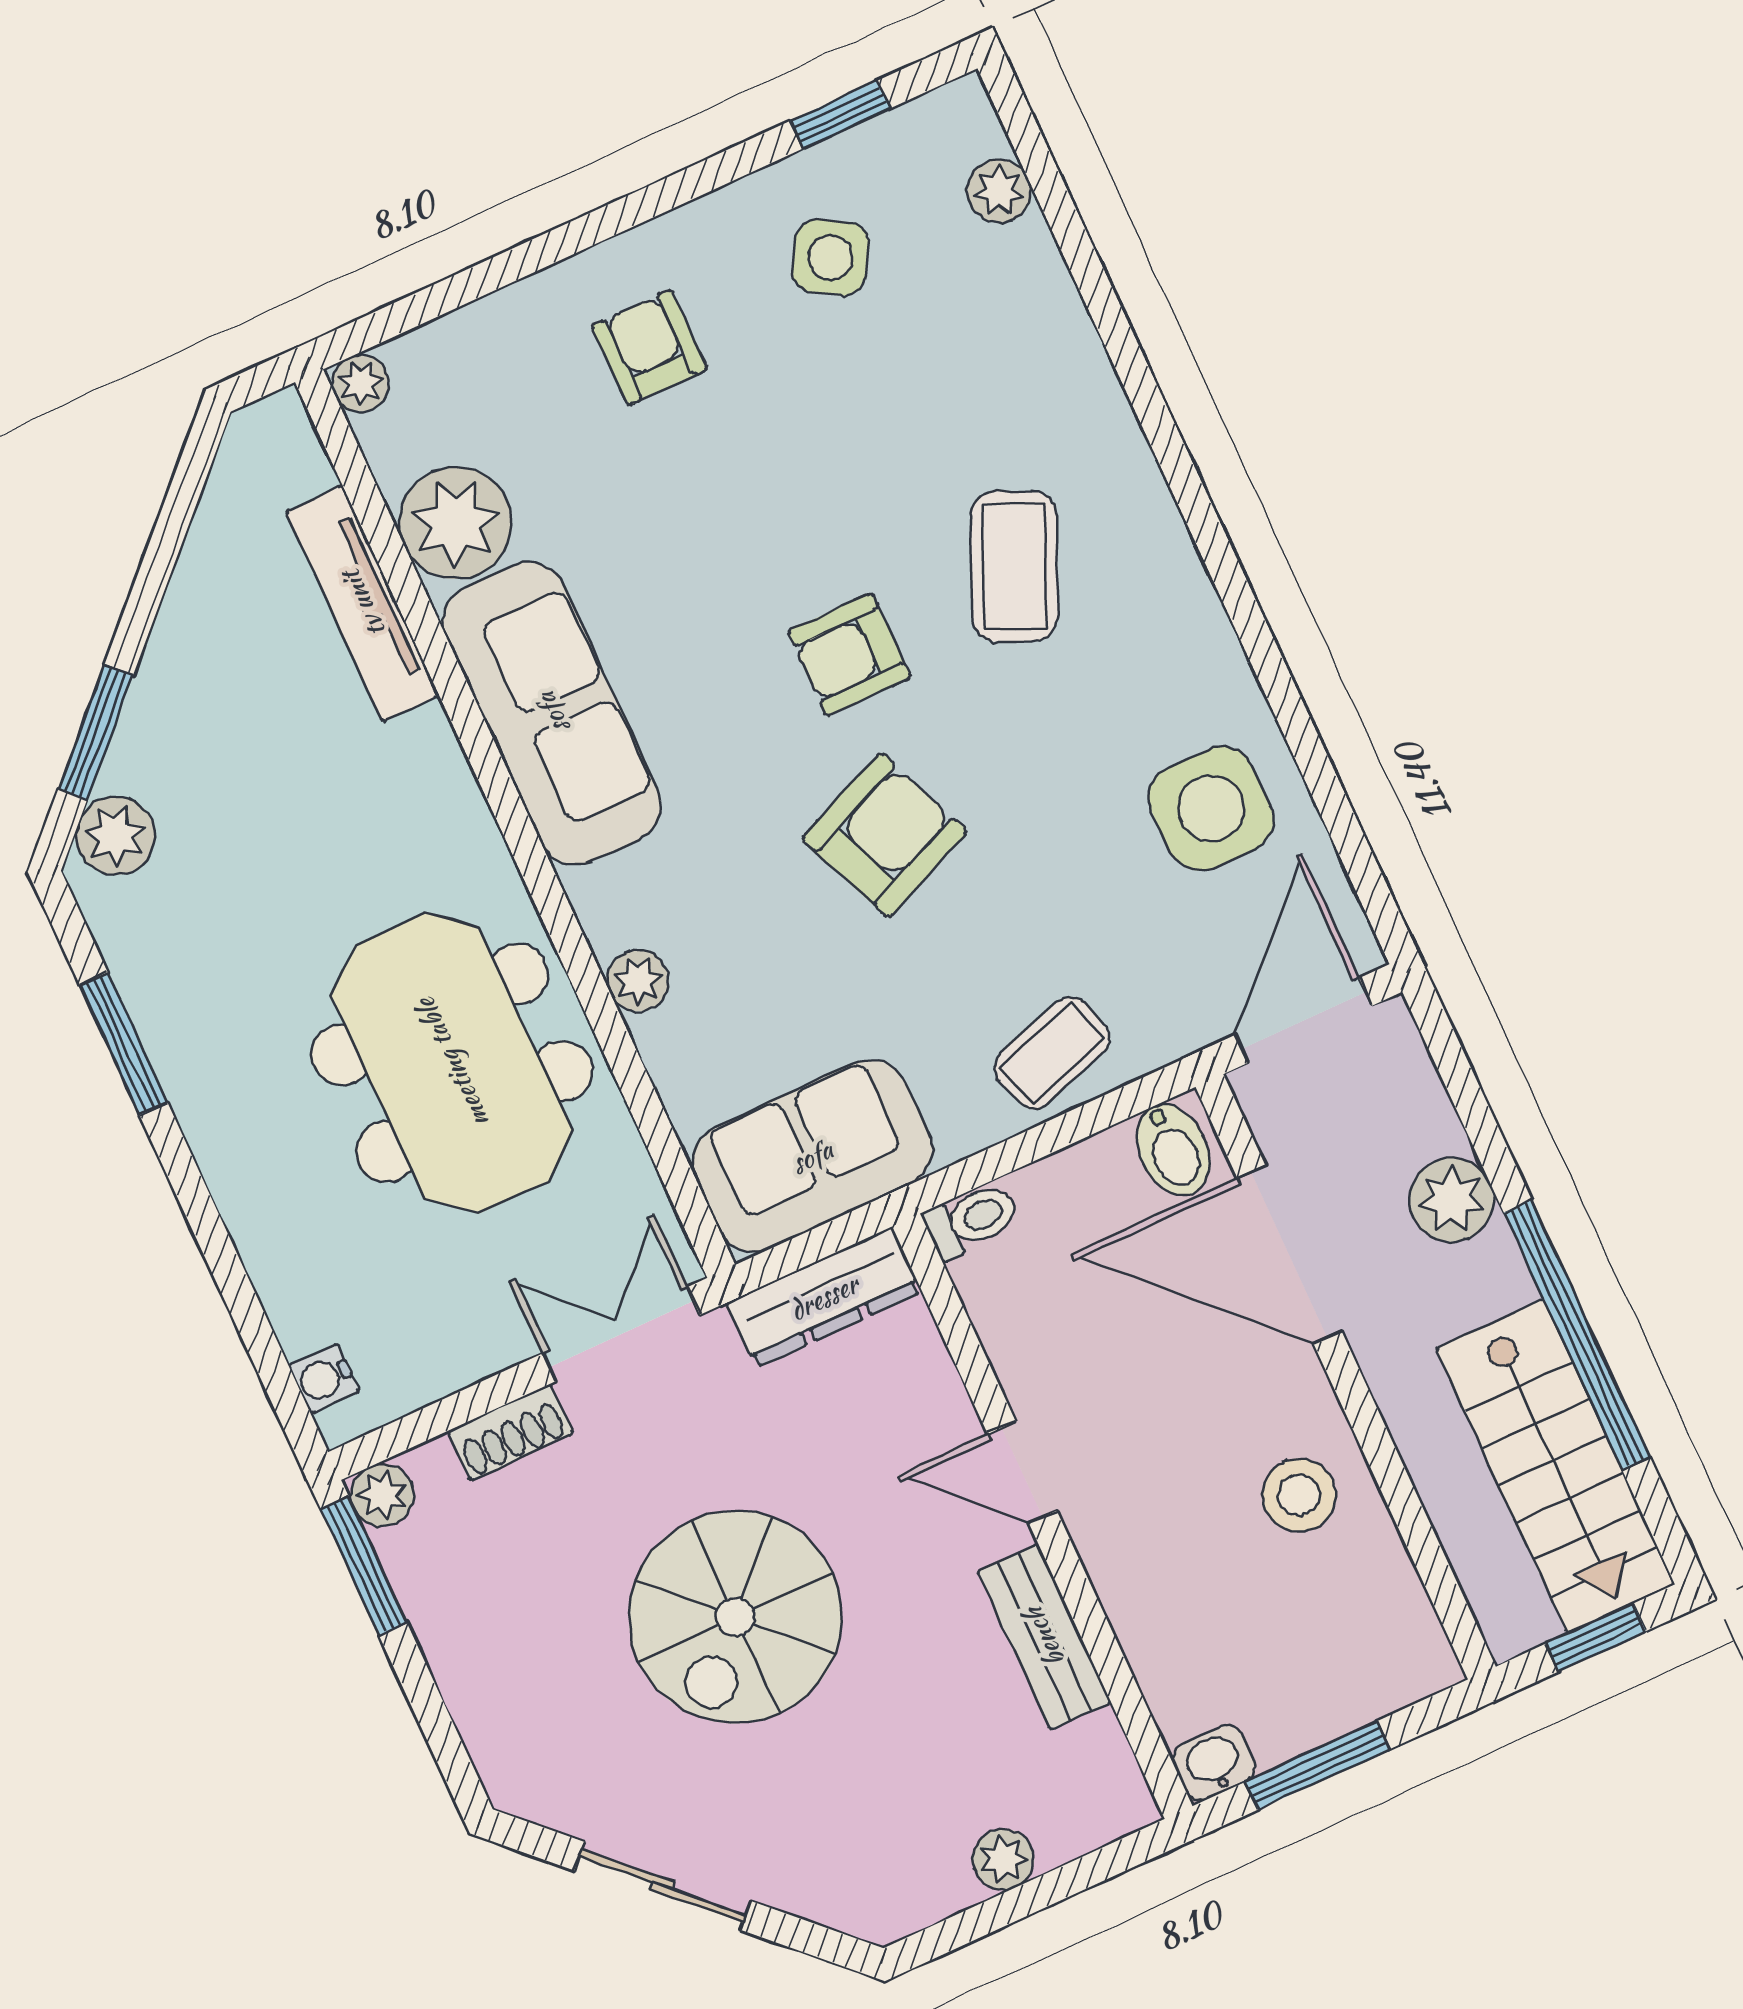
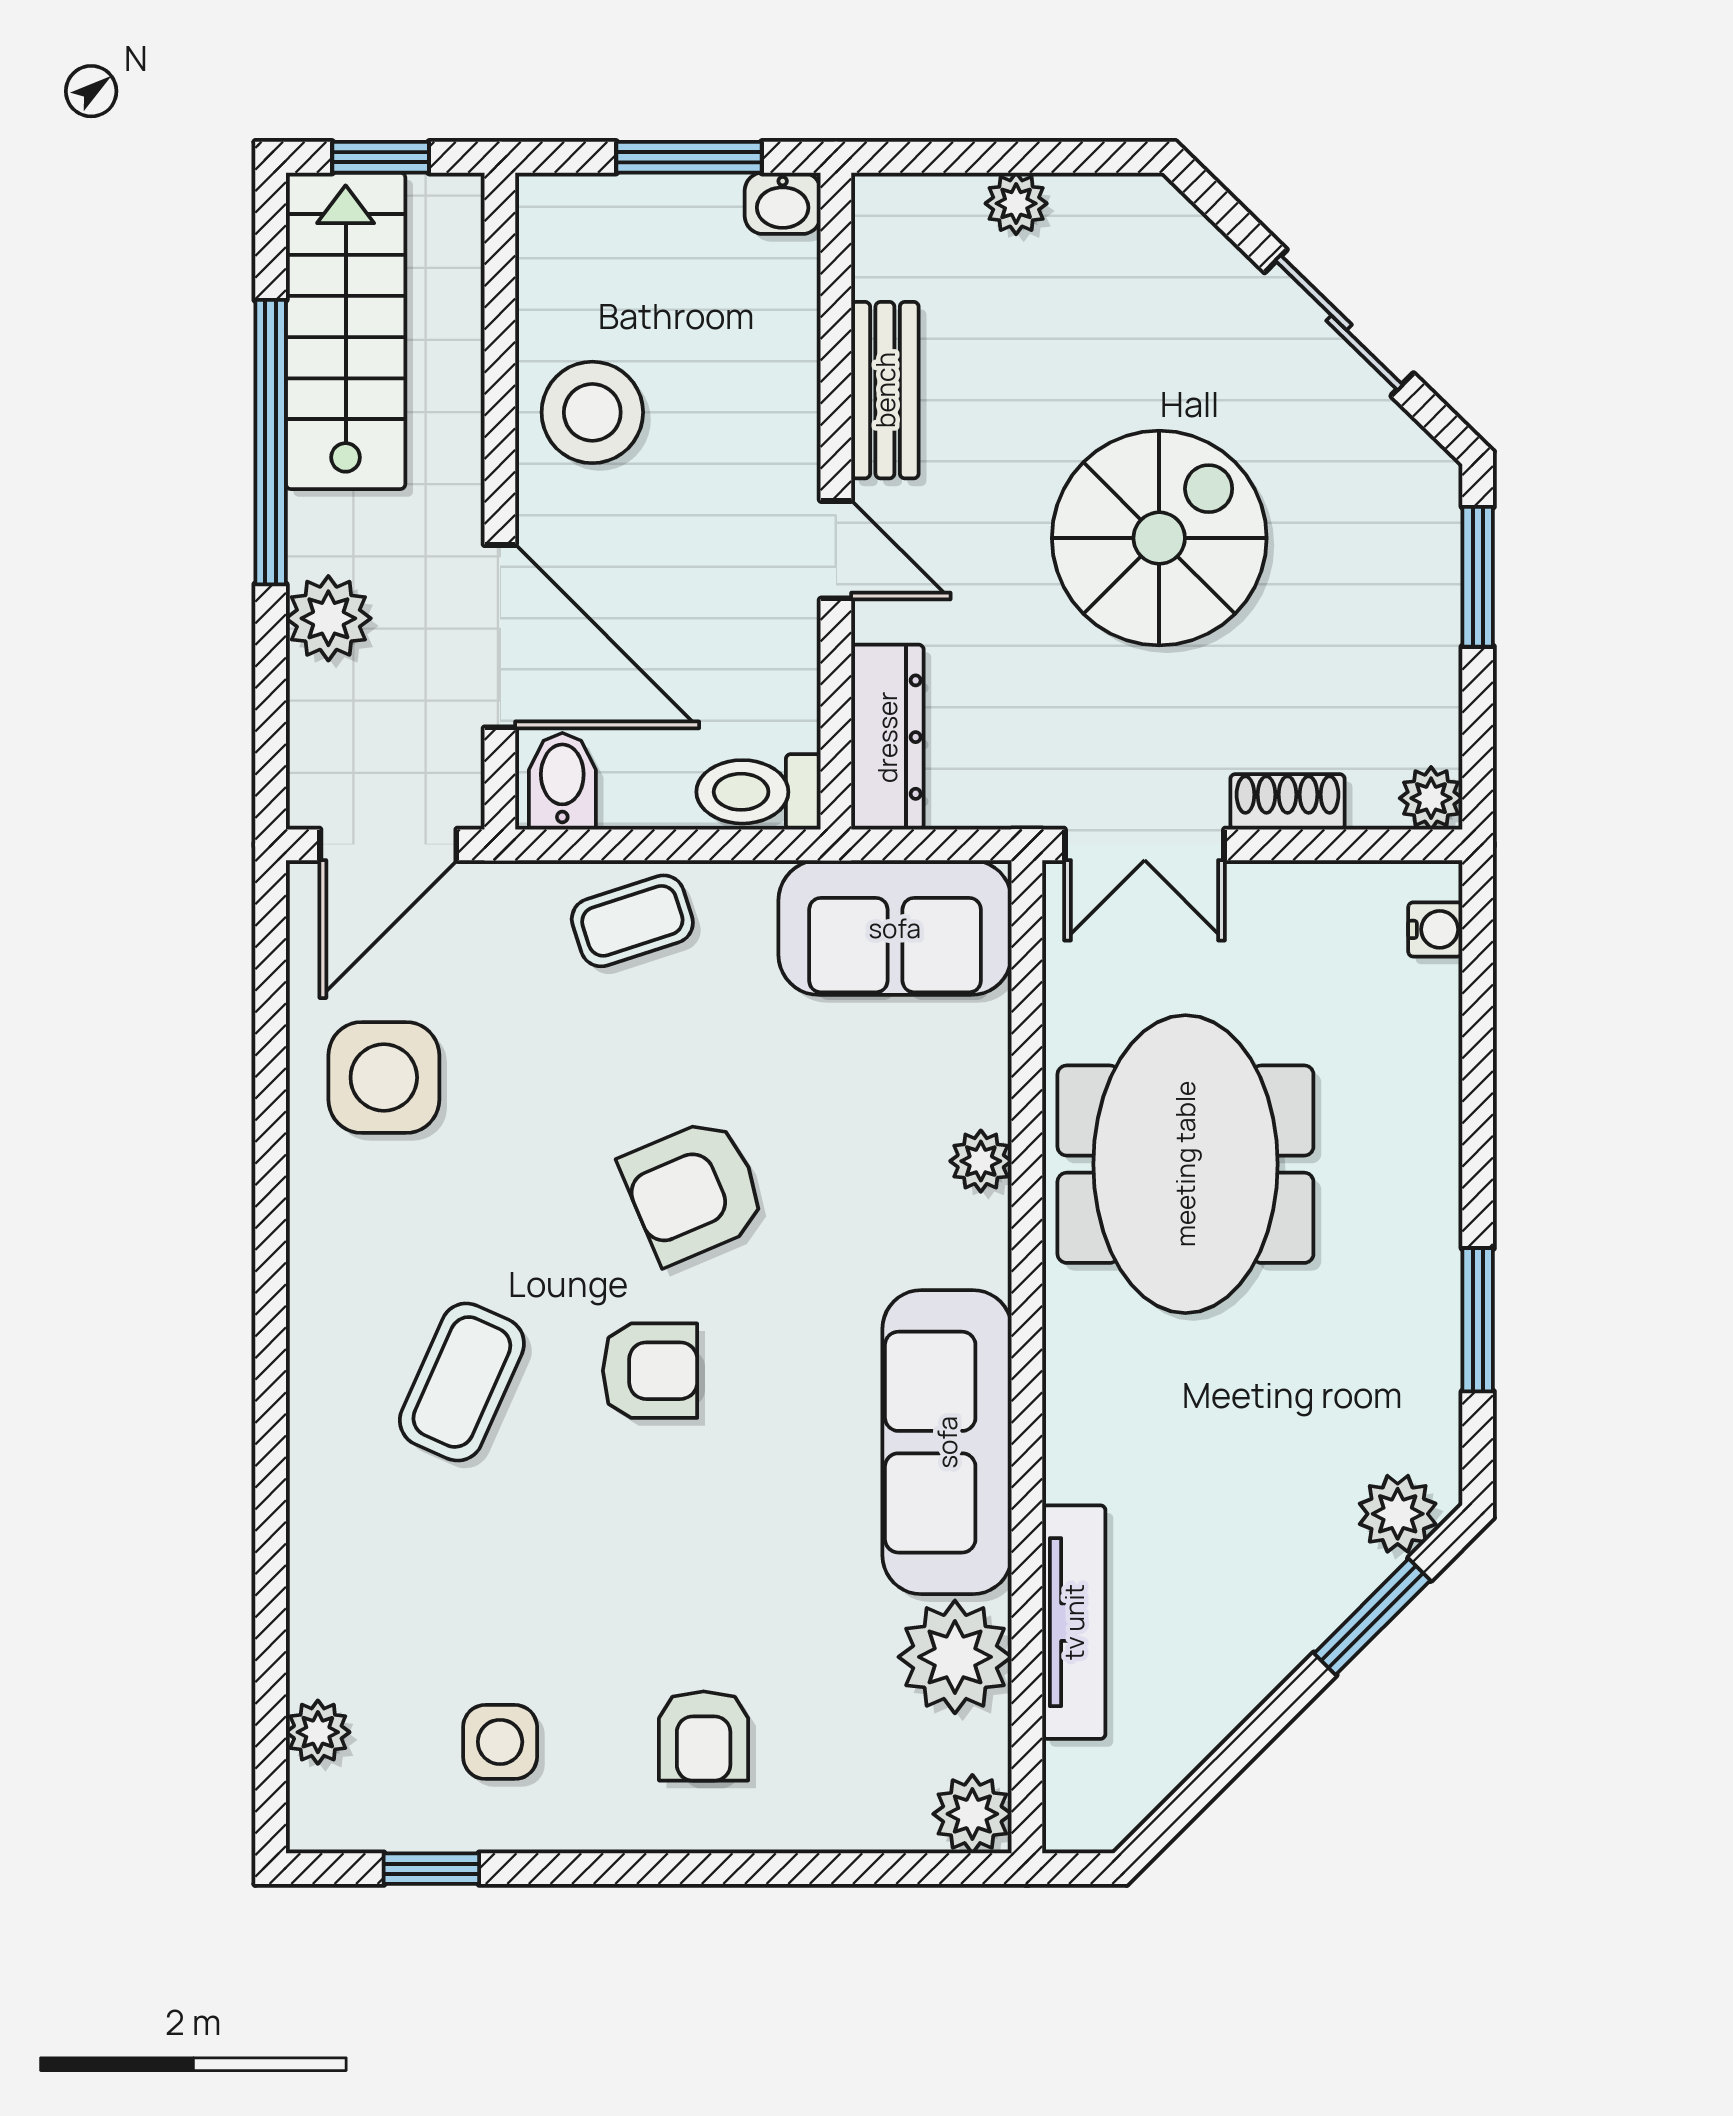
side table: (831, 257) -> (500, 1742), turned -31
plant: (360, 383) -> (972, 1814), width x1.38, depth x1.38
toilet: (972, 1220) -> (758, 792), width x1.37, depth x1.39
dresser: (824, 1297) -> (887, 737), moved, turned 90
stool: (1299, 1495) -> (592, 412), width x1.38, depth x1.38
window: (364, 1566) -> (1478, 577), moved

